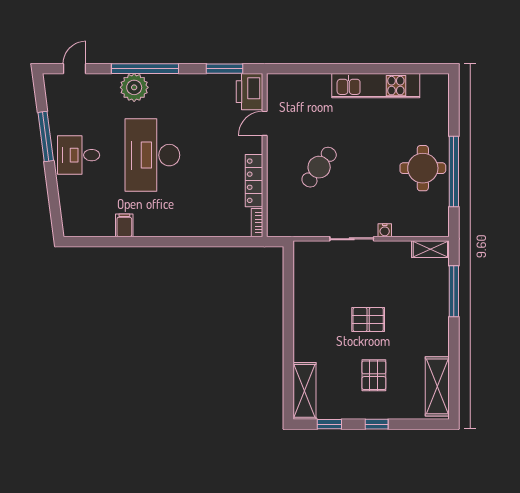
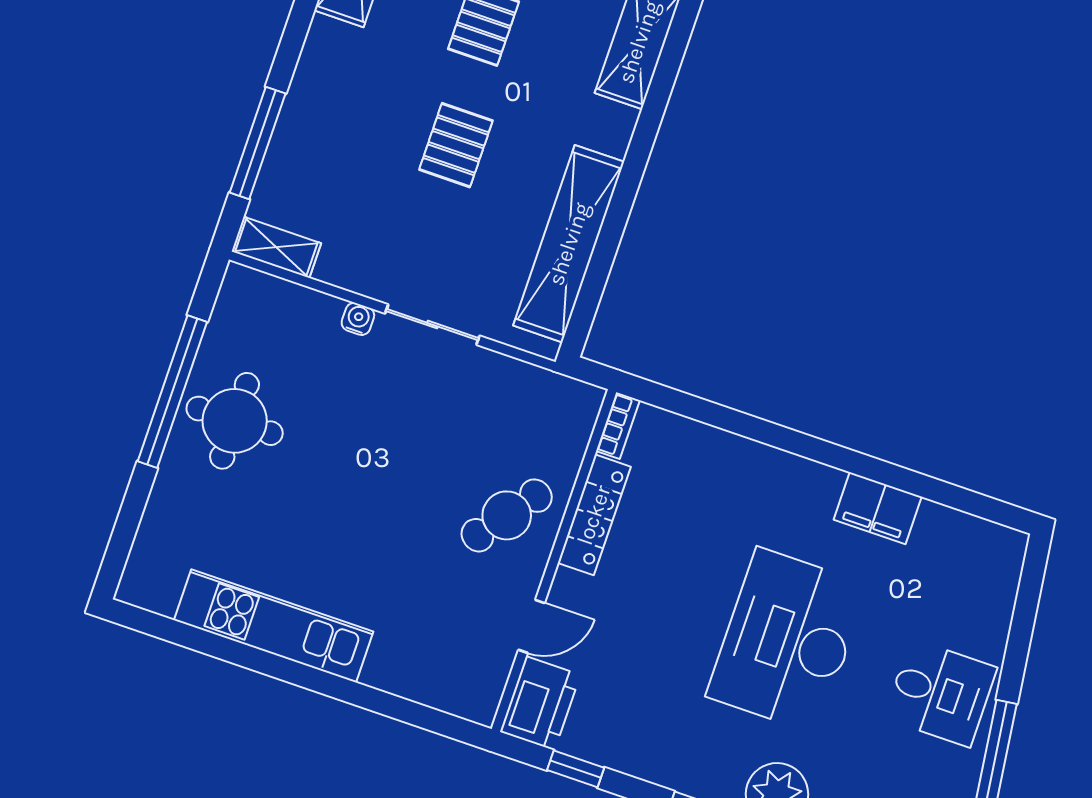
window: (225, 69) -> (576, 769), width x0.67
desk: (152, 155) -> (787, 640), turned 180
cafe table: (319, 167) -> (507, 515), moved
filing cabinet: (124, 225) -> (878, 508), width x2.00
shelving: (305, 294) -> (569, 244), added
pallet: (368, 320) -> (456, 145), turned 90

